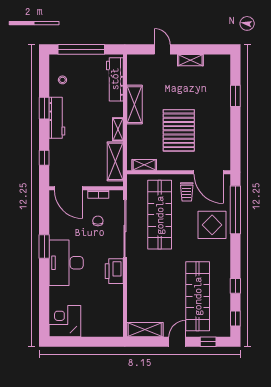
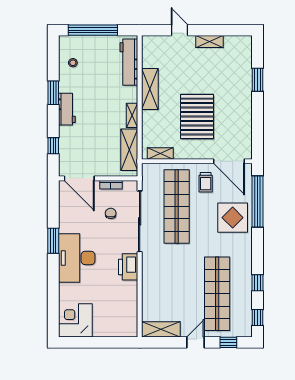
workbench: (57, 118) -> (67, 109), width x0.73

